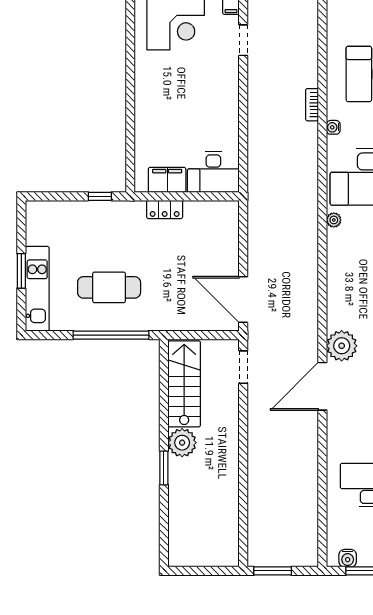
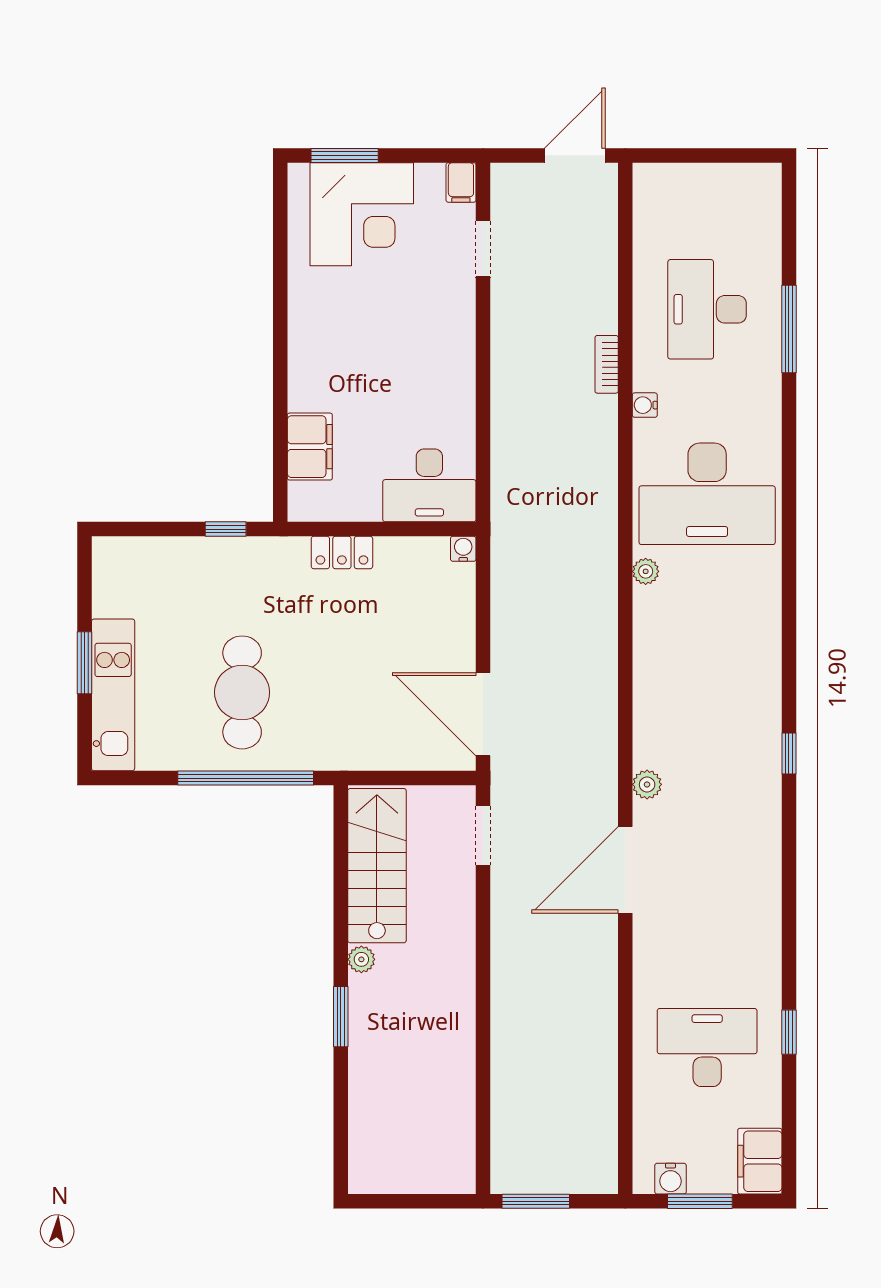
filing cabinet: (167, 180) -> (310, 447), moved, turned 90
water cooler: (232, 207) -> (463, 549), added
cafe table: (109, 287) -> (242, 692), turned 90
plant: (342, 346) -> (647, 784), width x0.53, depth x0.53
plant: (182, 443) -> (361, 959), width x0.53, depth x0.53

